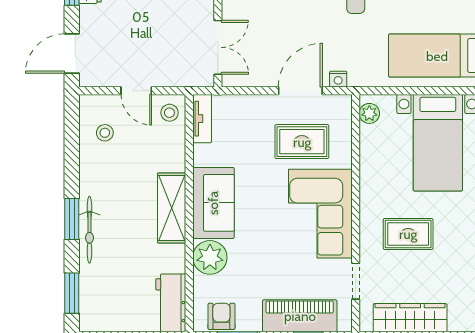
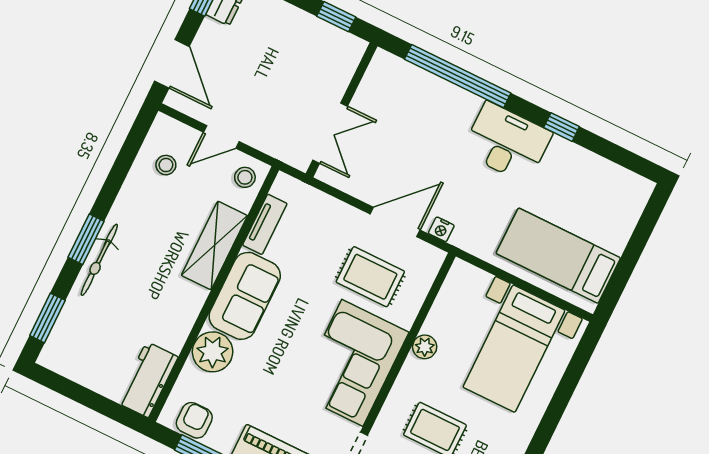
door: (72, 54) -> (172, 64), swing flipped
door: (136, 91) -> (221, 137), hinge flipped
plant: (369, 113) -> (425, 347), moved
tv unit: (202, 119) -> (265, 224), moved
shelving: (172, 208) -> (214, 245), moved

